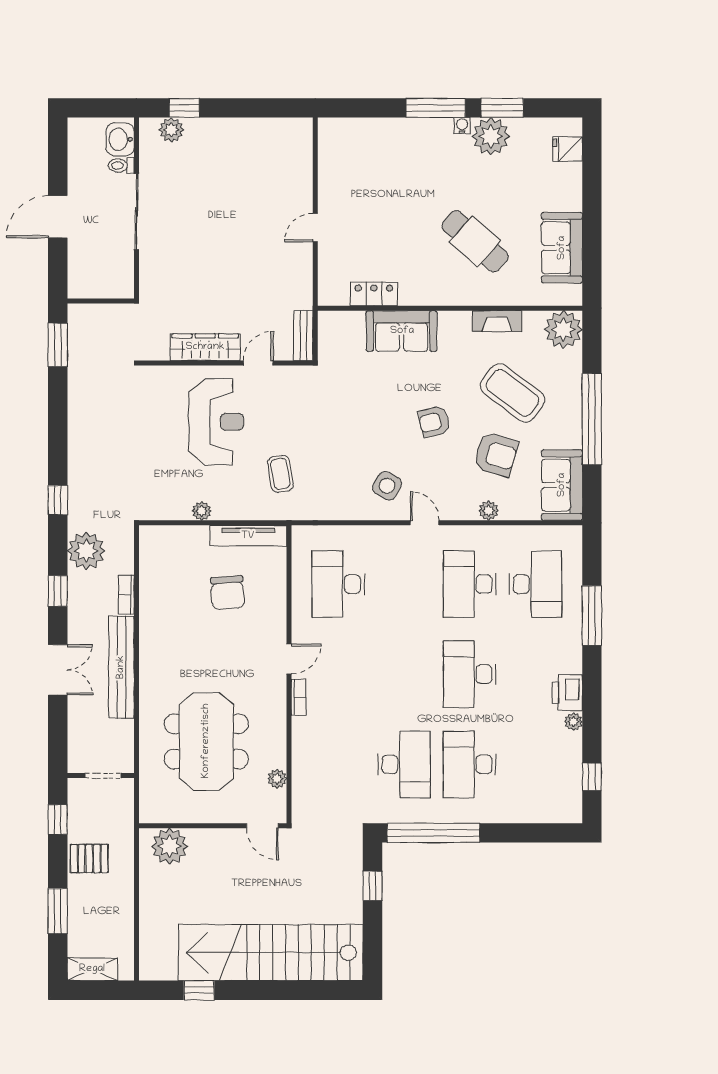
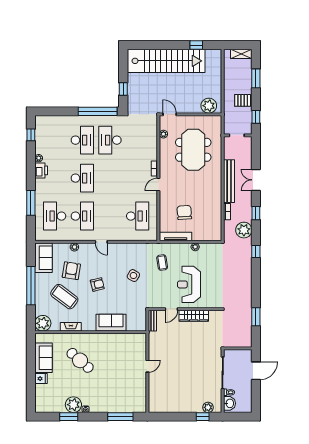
window: (436, 108) -> (120, 417), moved
fridge: (568, 149) -> (41, 379), moved
locker: (374, 294) -> (123, 338), removed
wall: (101, 301) -> (238, 348), moved
armchair: (496, 454) -> (71, 271), turned 83
side table: (387, 486) -> (133, 276), moved

